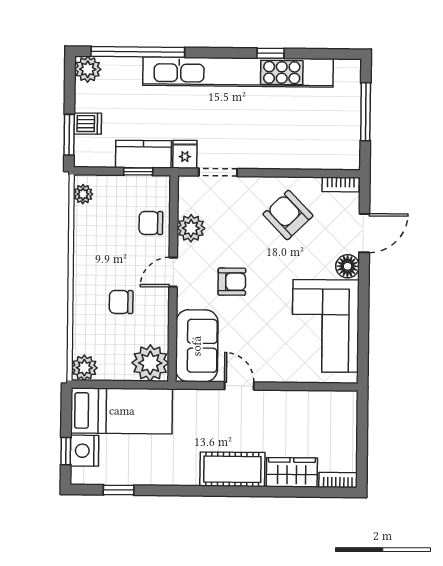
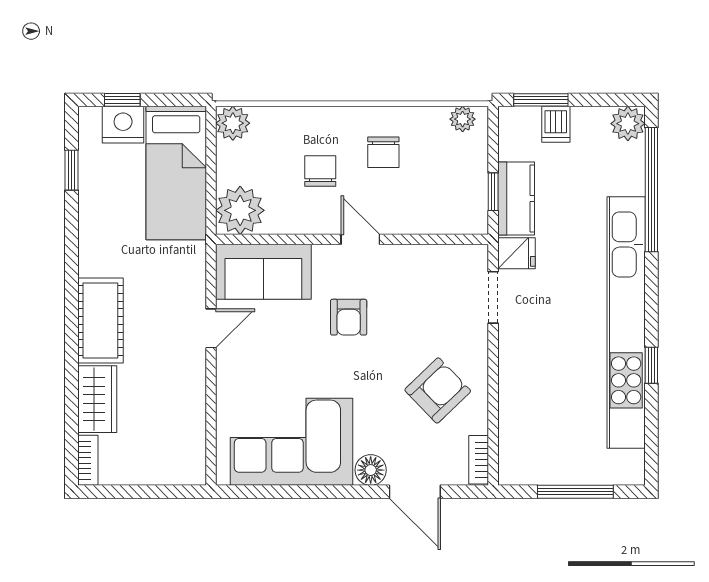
chair: (151, 223) -> (383, 152), moved, turned 180
plant: (191, 228) -> (419, 262), removed

